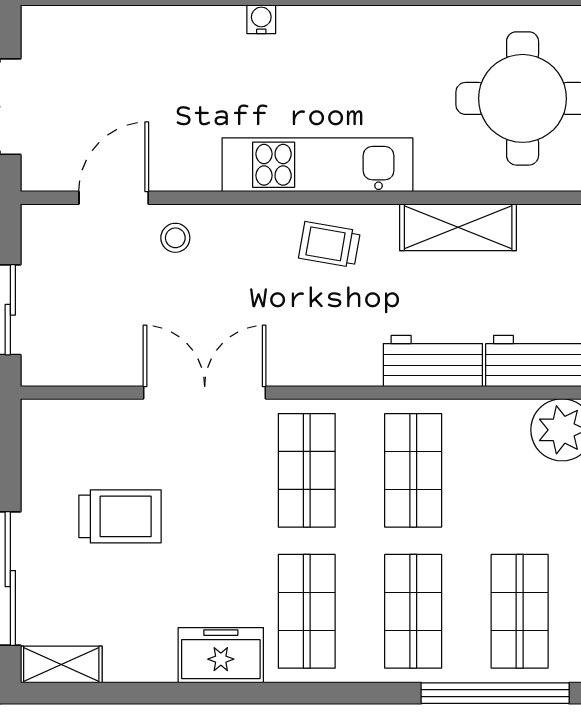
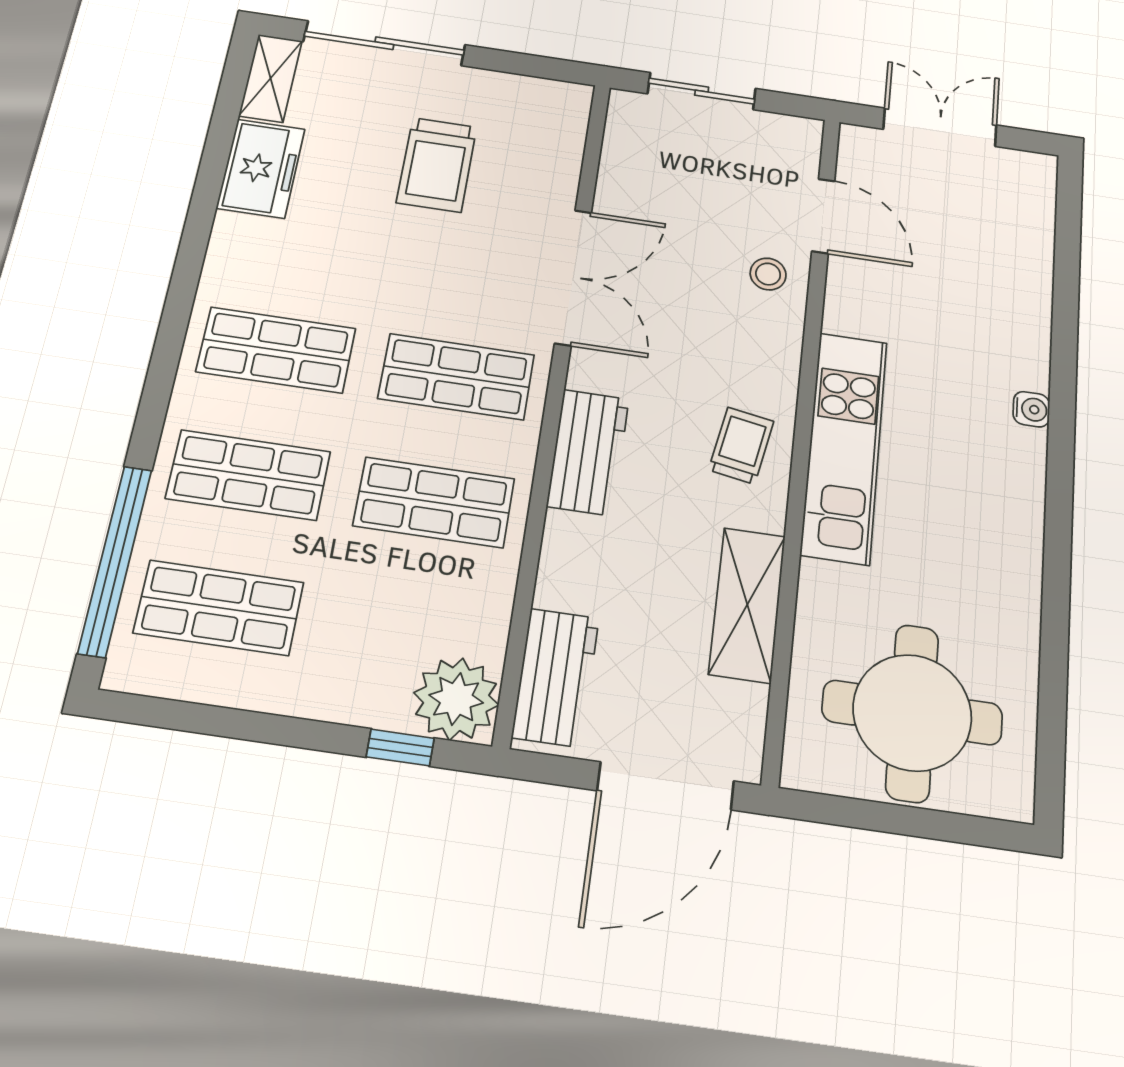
workbench: (433, 361) -> (588, 452), moved
freezer: (221, 655) -> (261, 168), moved

